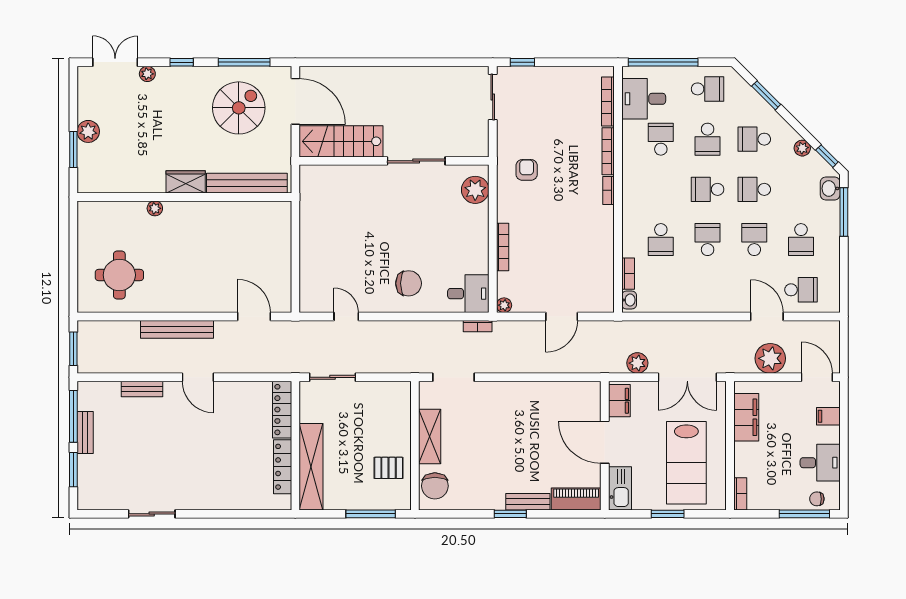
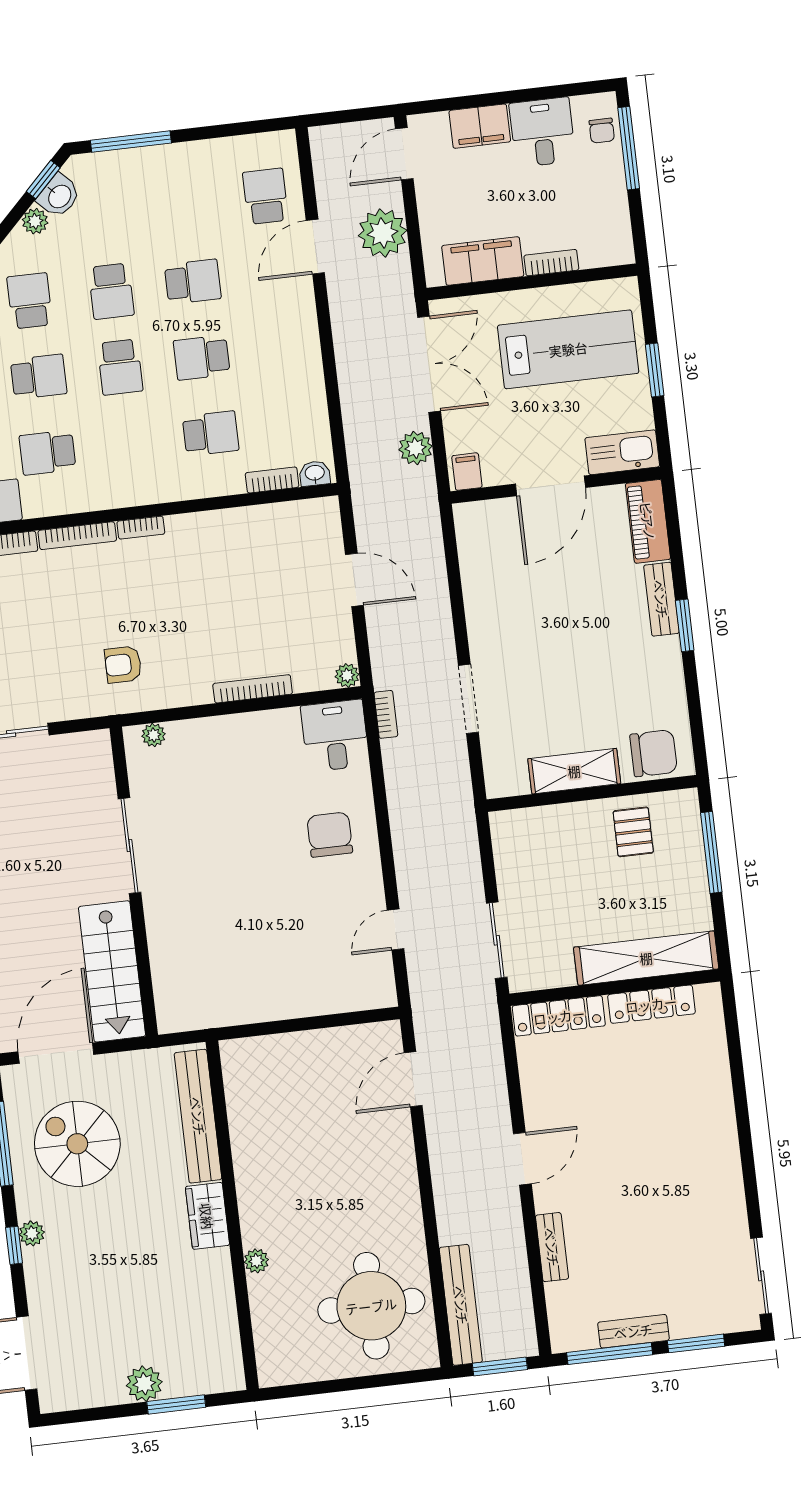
plant: (147, 74) -> (32, 1233), moved
school desk: (754, 139) -> (30, 301), turned 180
washbasin: (830, 188) -> (59, 196), moved, turned -45
plant: (475, 190) -> (154, 735), width x0.53, depth x0.53
school desk: (754, 240) -> (193, 282), turned 180
school desk: (801, 240) -> (184, 206), removed
round table: (119, 275) -> (371, 1306), width x1.36, depth x1.36
bench: (177, 329) -> (461, 1305), moved
doorway: (454, 377) -> (468, 699), moved
filing cabinet: (619, 401) -> (467, 472), width x0.50
filing cabinet: (828, 416) -> (480, 126), width x2.00
bookcase: (740, 494) -> (551, 263), moved
sliding door: (152, 514) -> (761, 1276), moved

